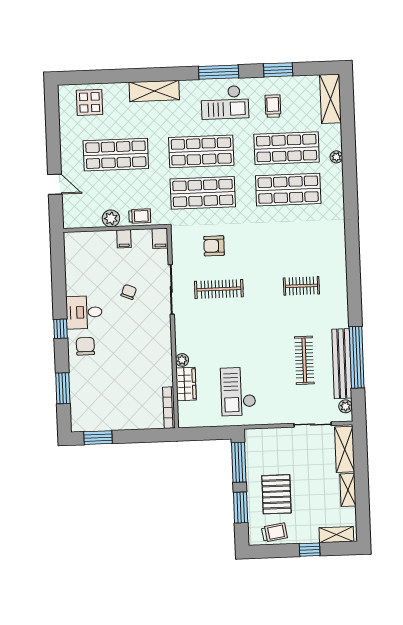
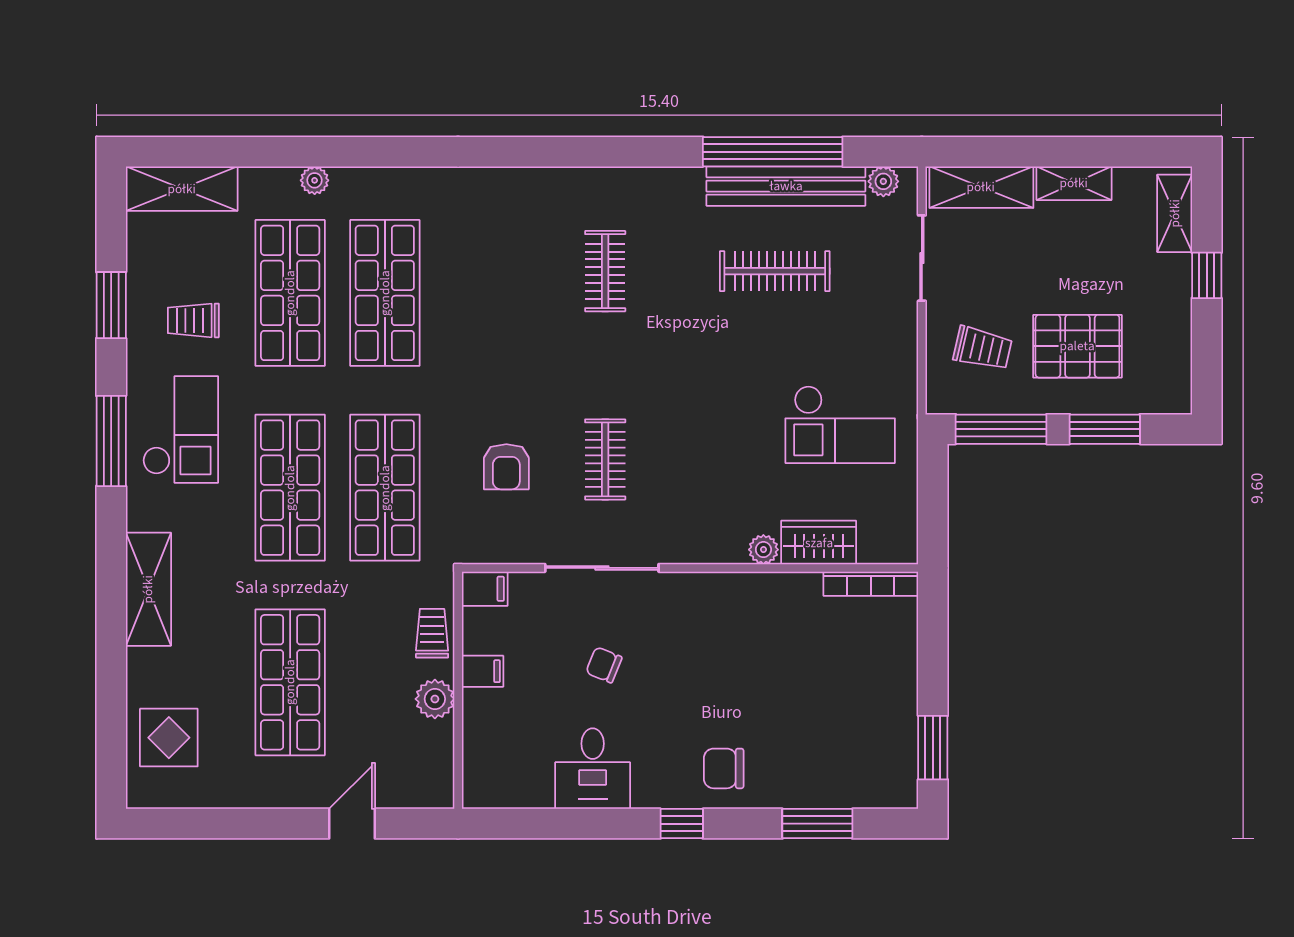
clothes rail: (219, 289) -> (605, 459), width x0.73
desk: (84, 312) -> (593, 769), moved
trolley: (274, 532) -> (983, 348), moved, turned 112

